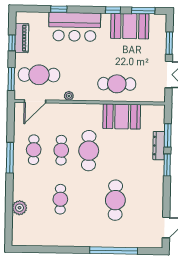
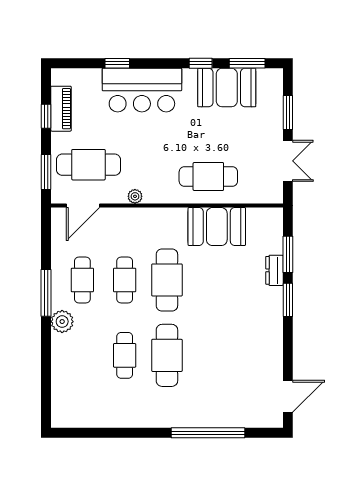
dresser: (159, 146) -> (274, 270), width x0.70
cafe table: (115, 200) -> (167, 355), moved
plant: (20, 208) -> (62, 322), moved

